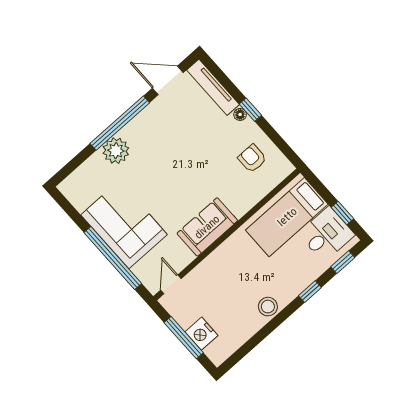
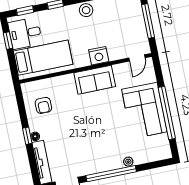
plant: (116, 151) -> (128, 162), width x0.53, depth x0.53
window: (113, 258) -> (167, 113), moved
nightstand: (201, 334) -> (99, 56), moved, turned 90

